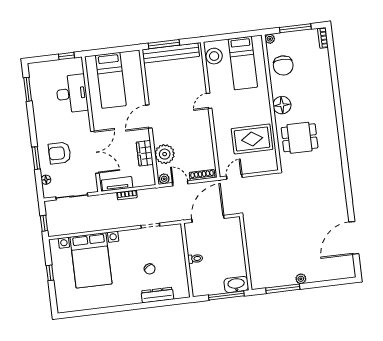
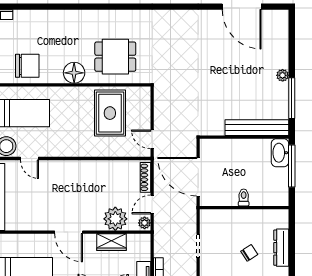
door: (209, 101) -> (29, 159), moved
dining table: (300, 138) -> (115, 57), turned 90
bench: (255, 263) -> (257, 128), added

